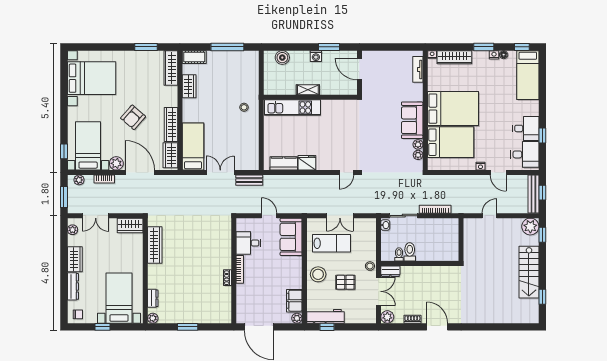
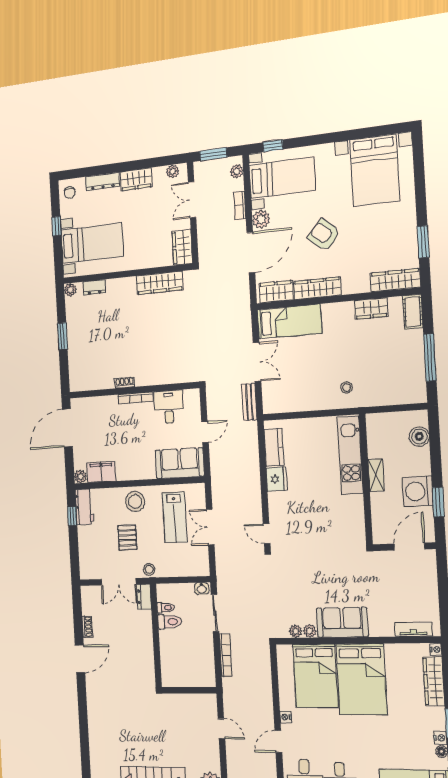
washing machine: (316, 56) -> (418, 491), width x1.89, depth x1.89
workbench: (325, 316) -> (84, 507), width x0.73
plant: (387, 317) -> (88, 594), removed

